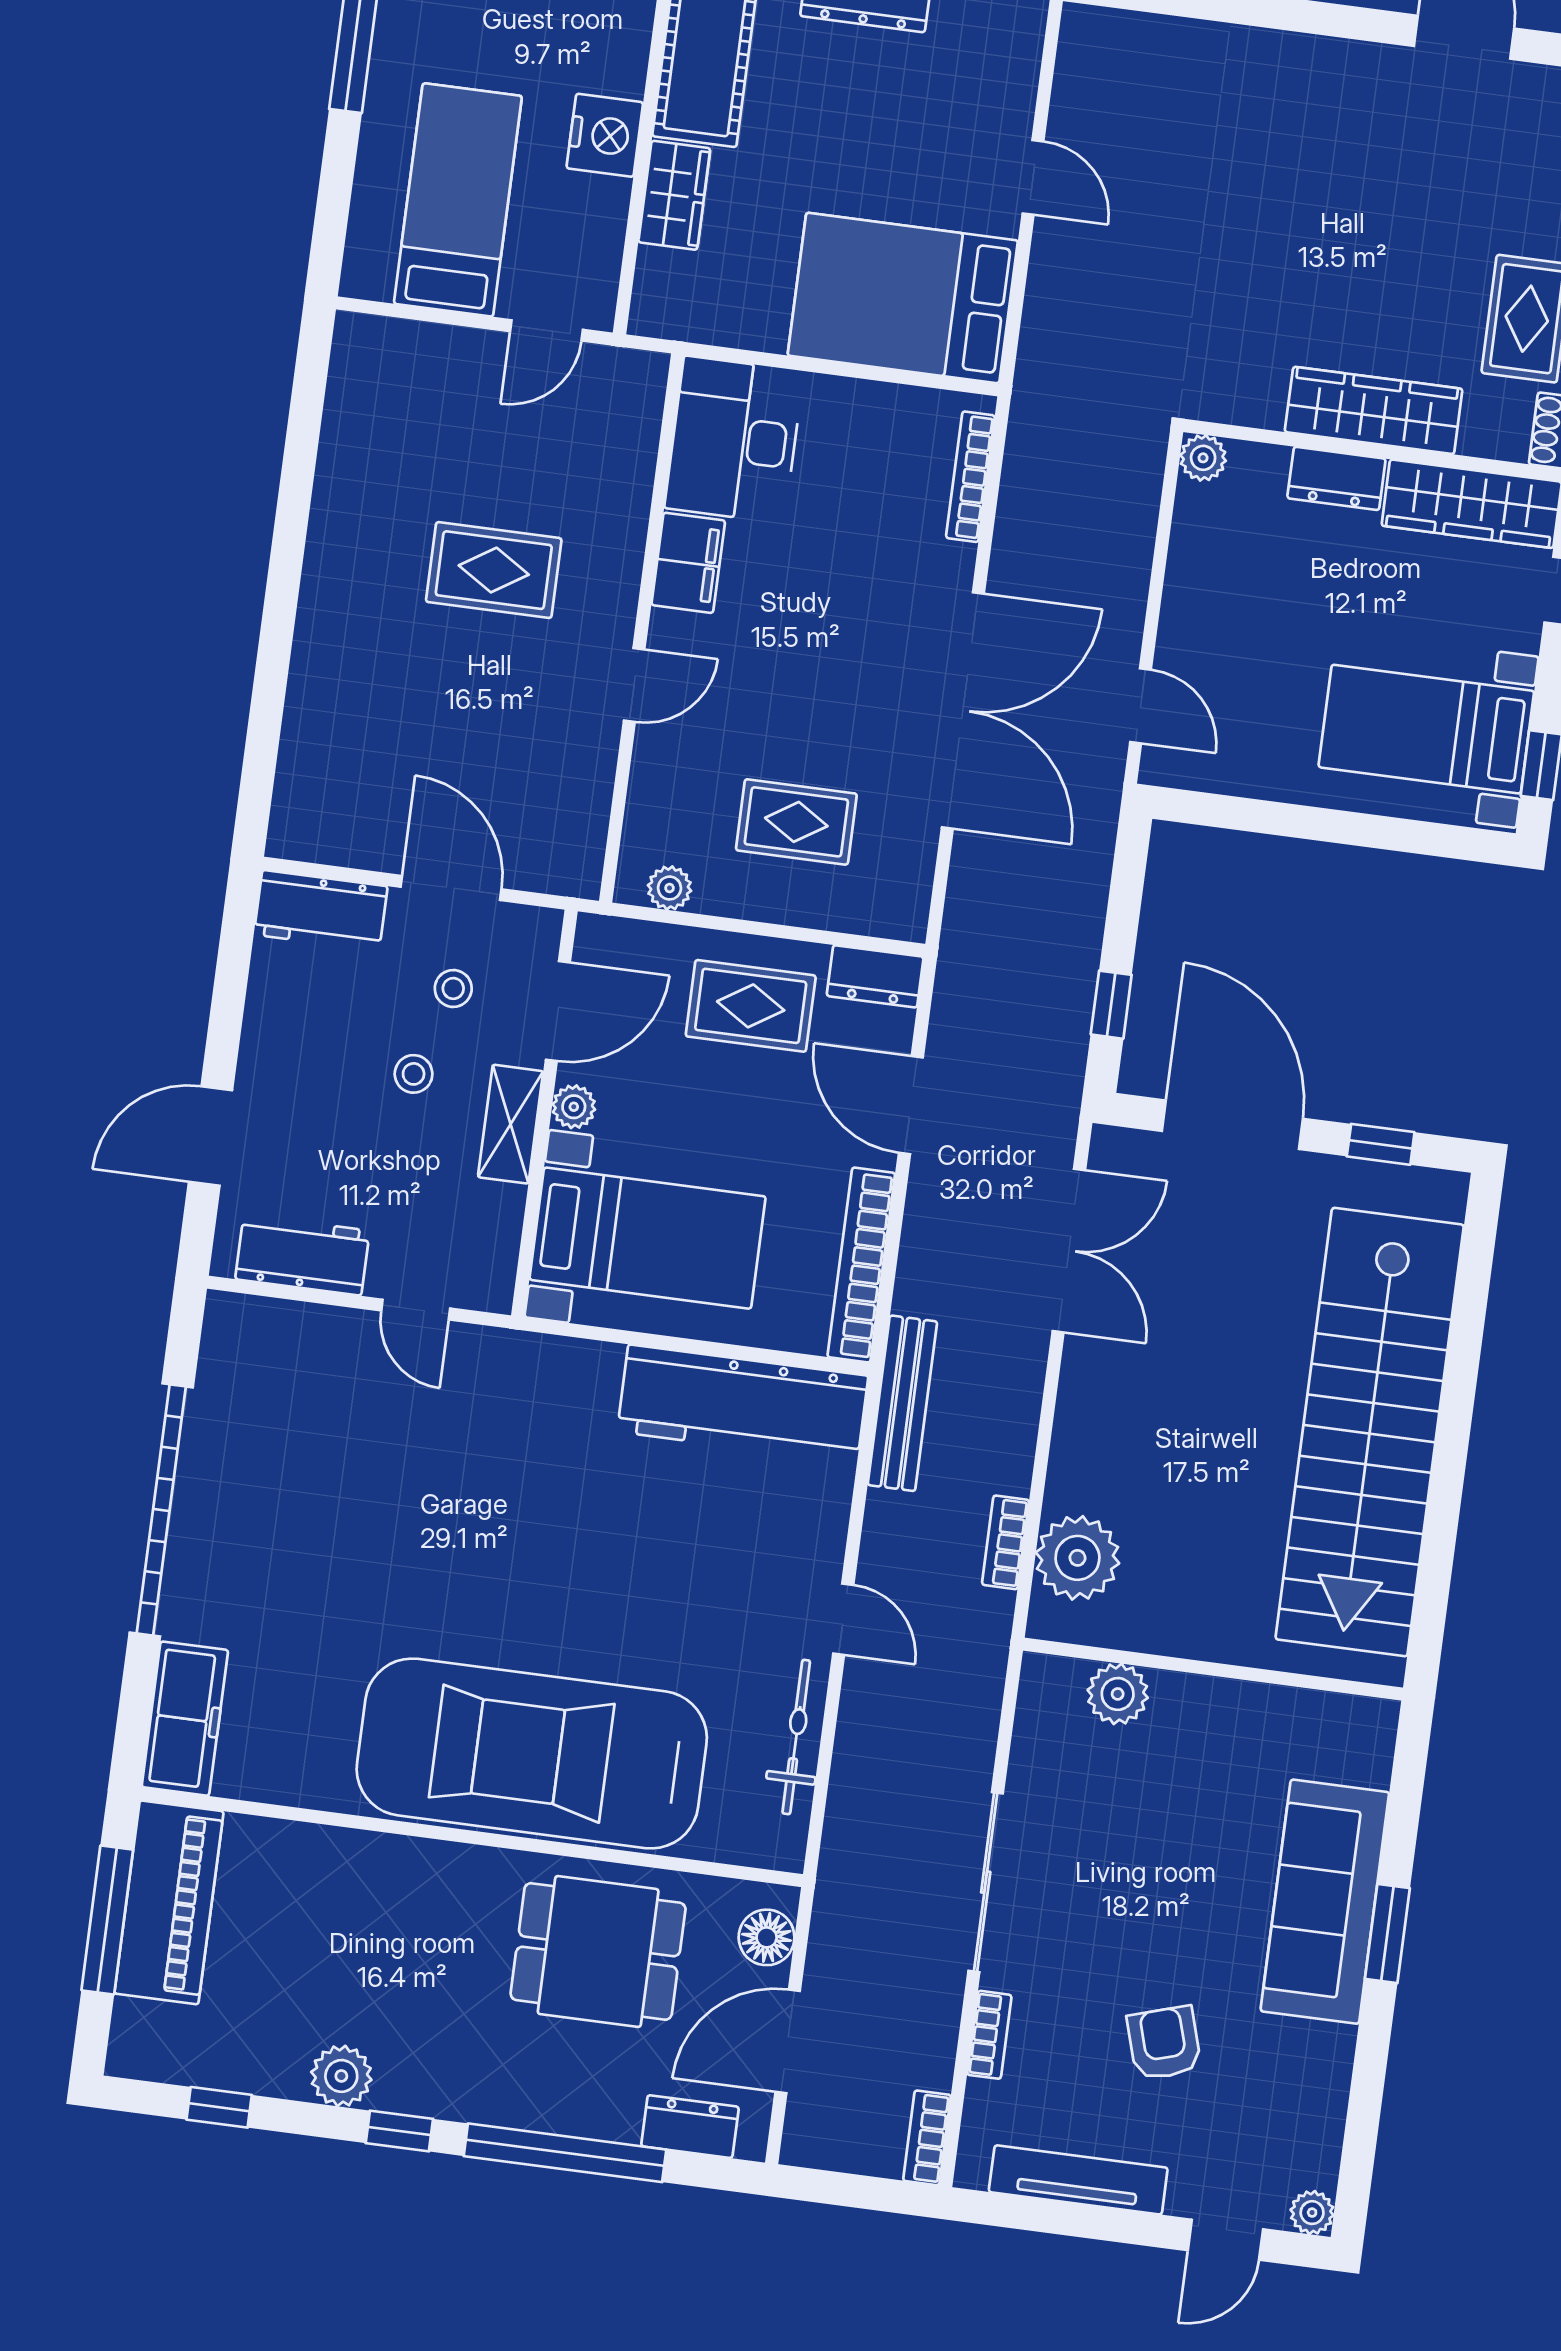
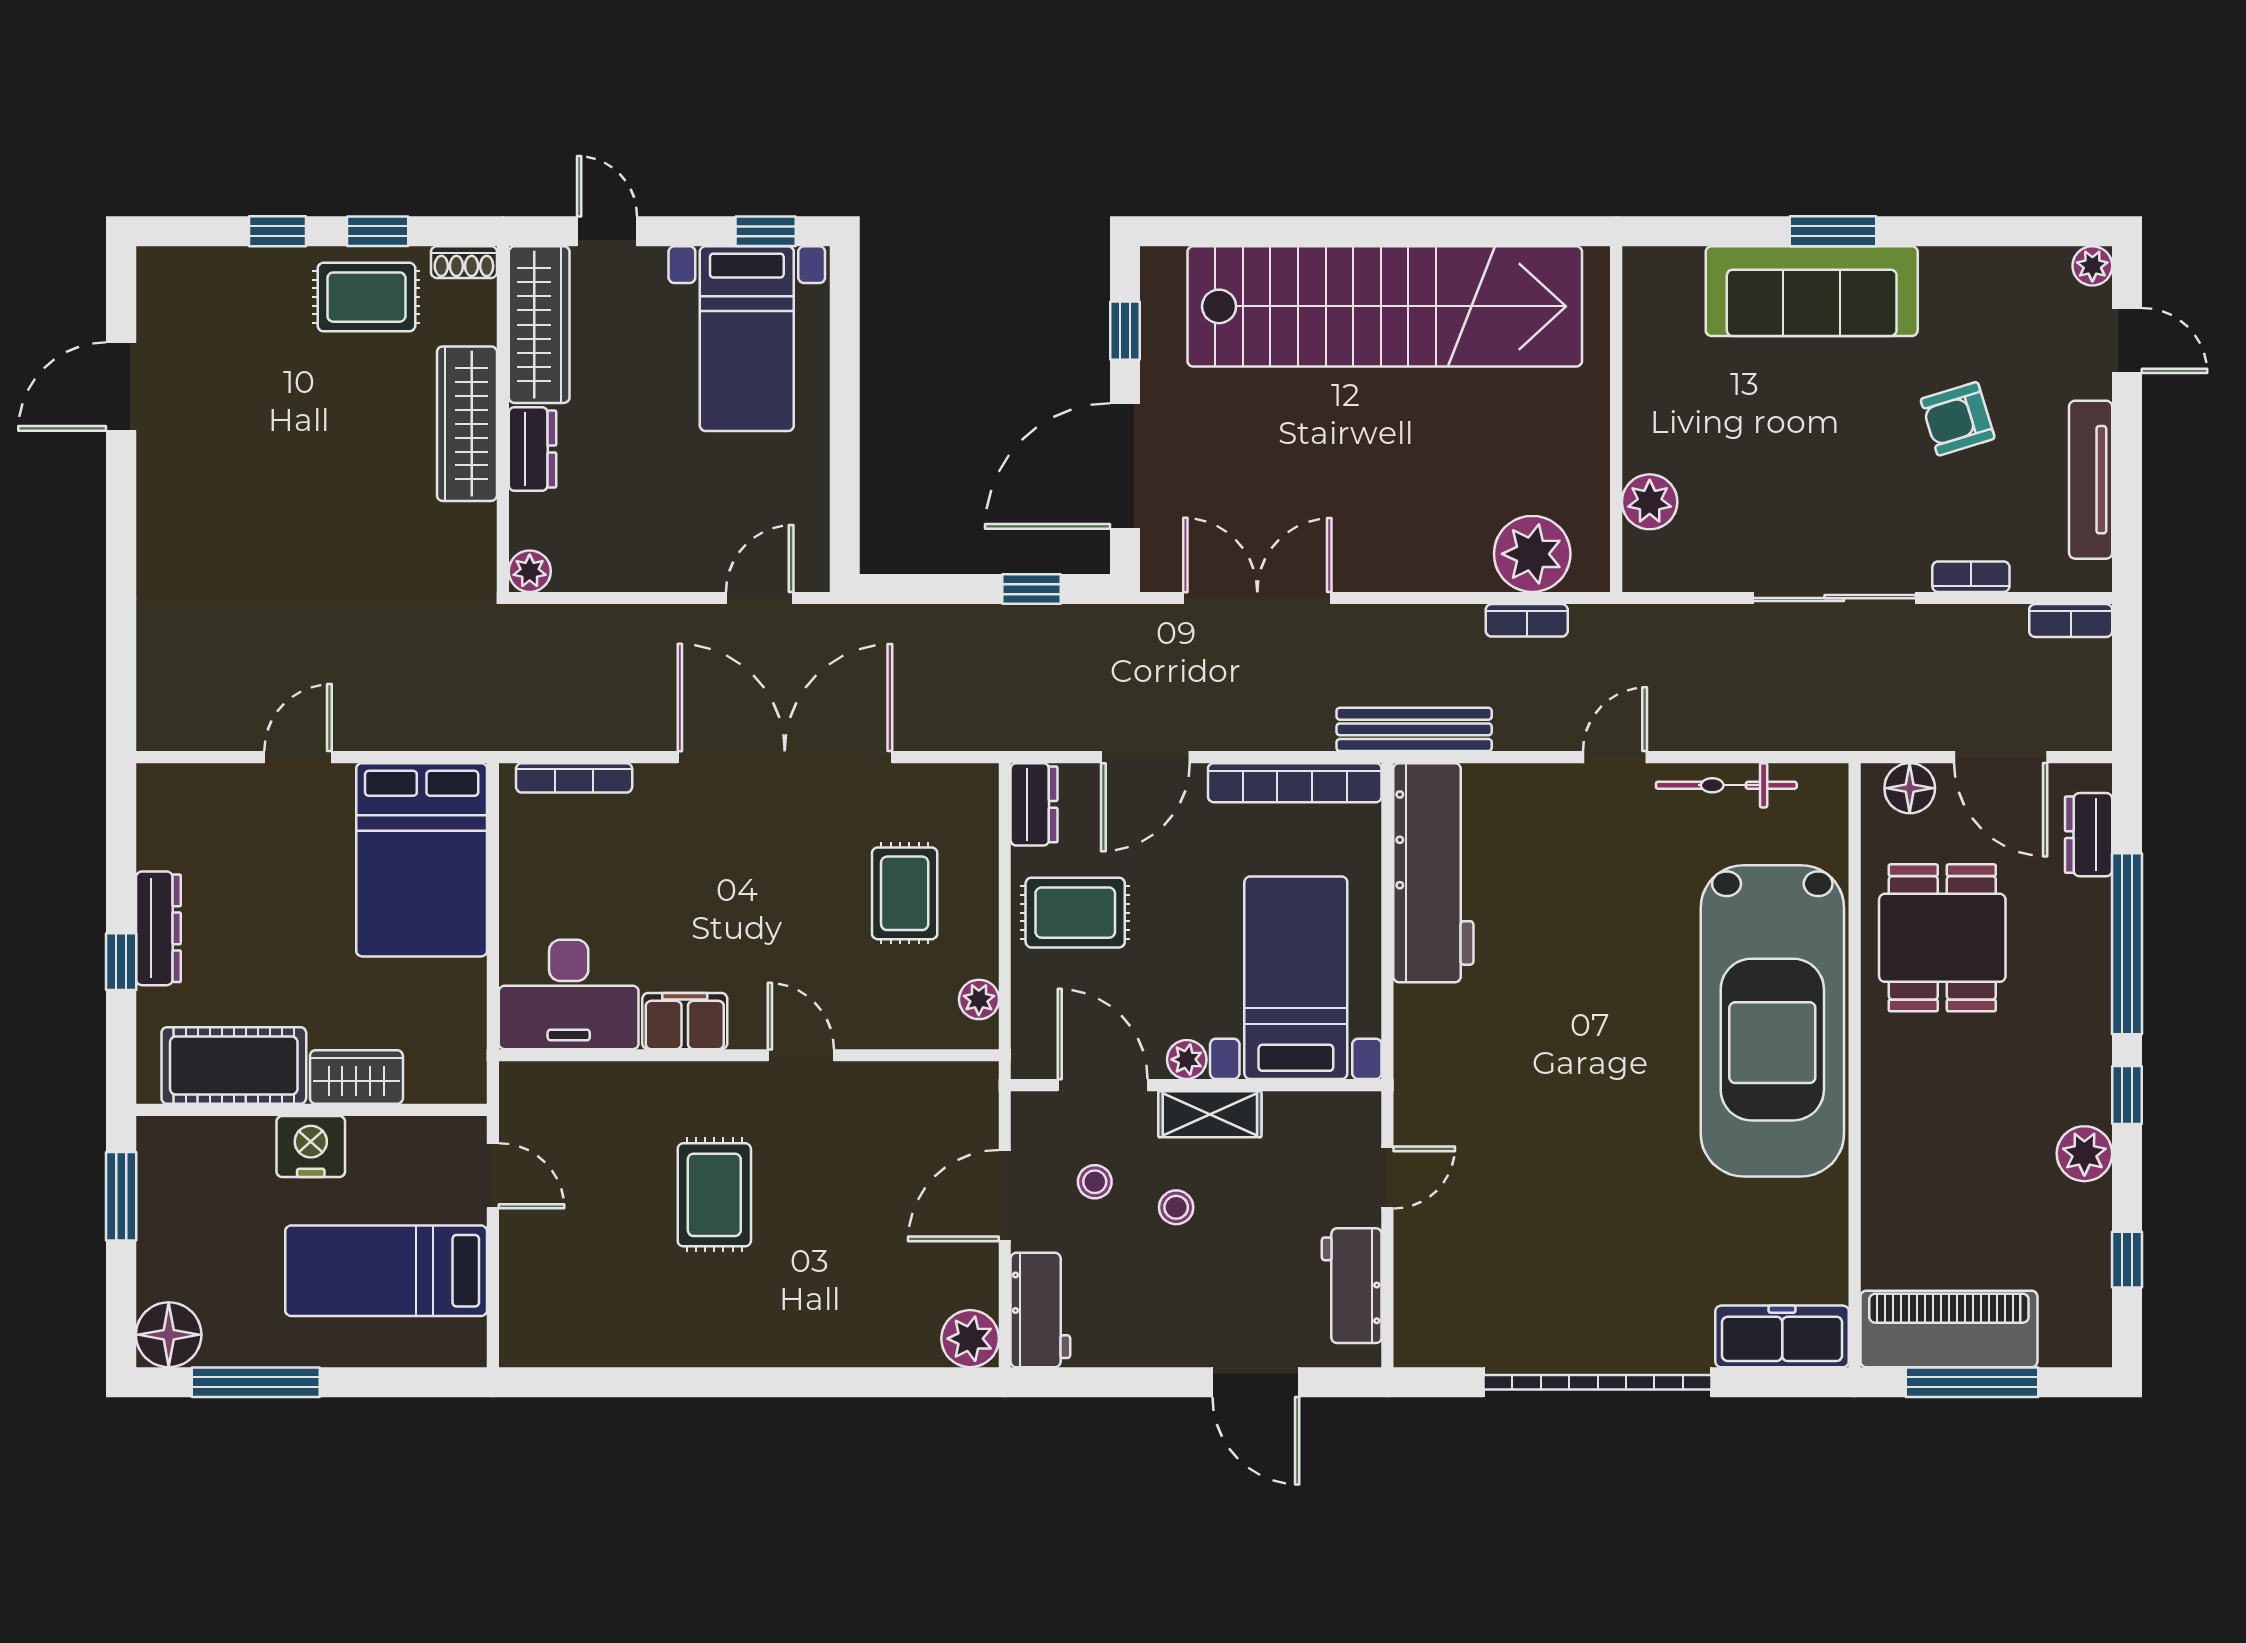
plant: (299, 829) -> (970, 1339), added
rug: (751, 1006) -> (1075, 913), turned 90

